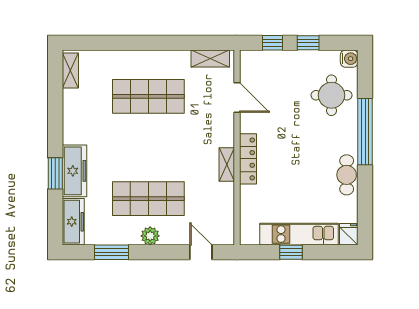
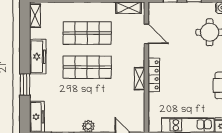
freezer: (74, 171) -> (38, 57), moved
shop shelf: (148, 199) -> (87, 67), moved

